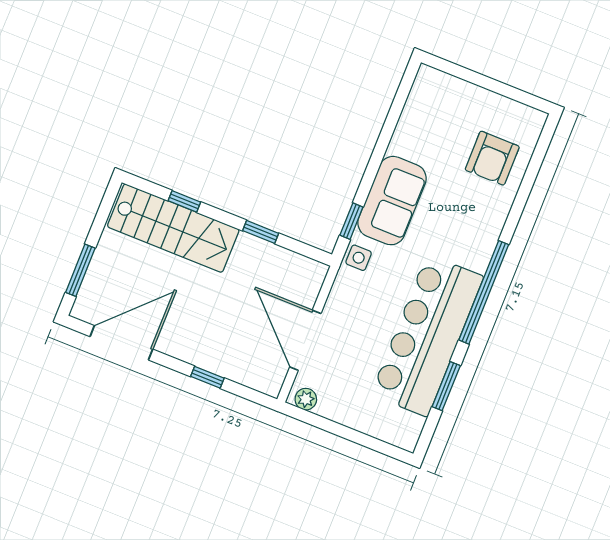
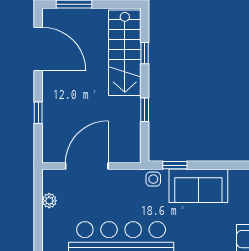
plant: (306, 399) -> (49, 201), moved

